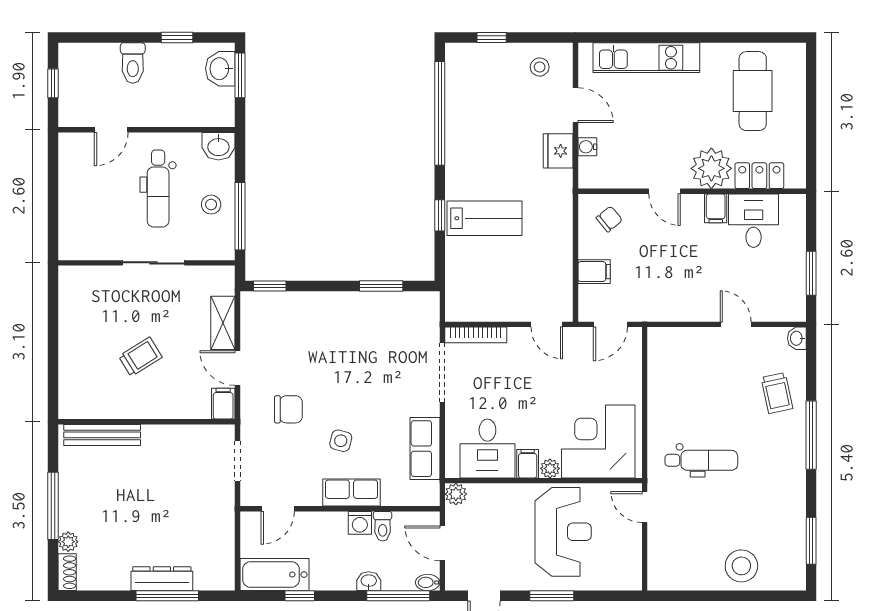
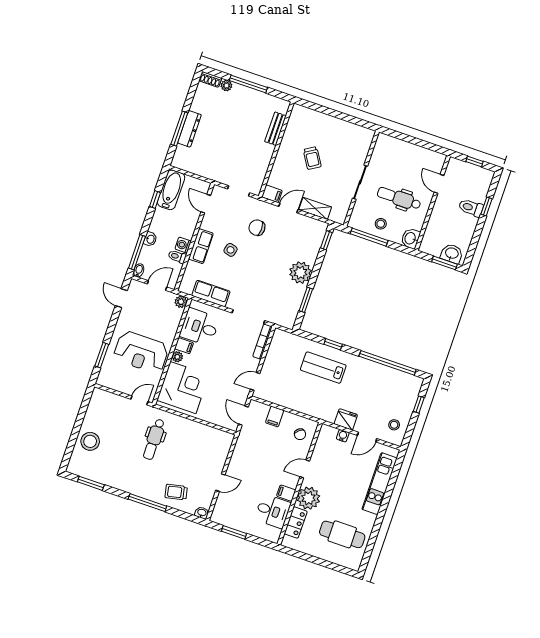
window: (177, 38) -> (486, 206), moved
lab bench: (484, 218) -> (323, 368), turned 90
plant: (339, 311) -> (300, 273), added
chair: (288, 409) -> (257, 228), turned 90
bench: (102, 435) -> (275, 129), width x0.73
window: (552, 596) -> (102, 355), moved

